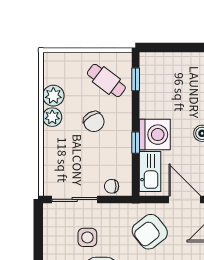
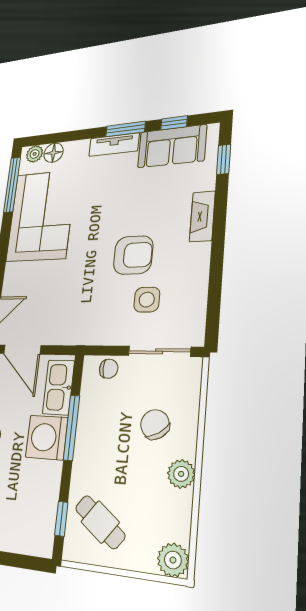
plant: (53, 96) -> (173, 560), moved
chair: (94, 122) -> (155, 424), moved
window: (136, 143) -> (72, 428), width x2.17
armchair: (150, 232) -> (68, 308), removed

